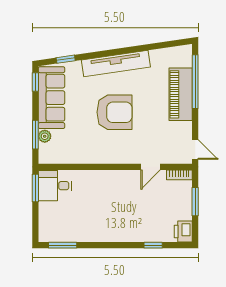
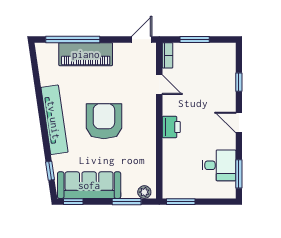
plant: (45, 136) -> (144, 192), moved
desk: (55, 186) -> (219, 165), moved, turned -90
printer: (183, 232) -> (171, 127), moved, turned -90
door: (113, 245) -> (239, 123), added

